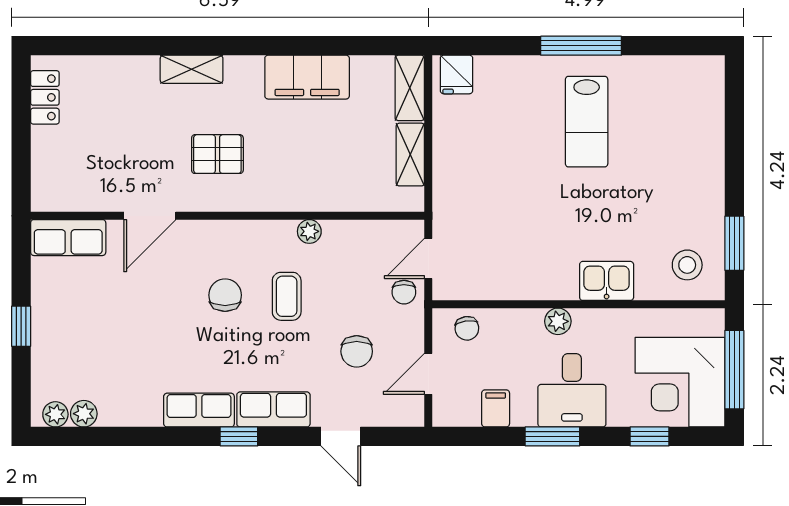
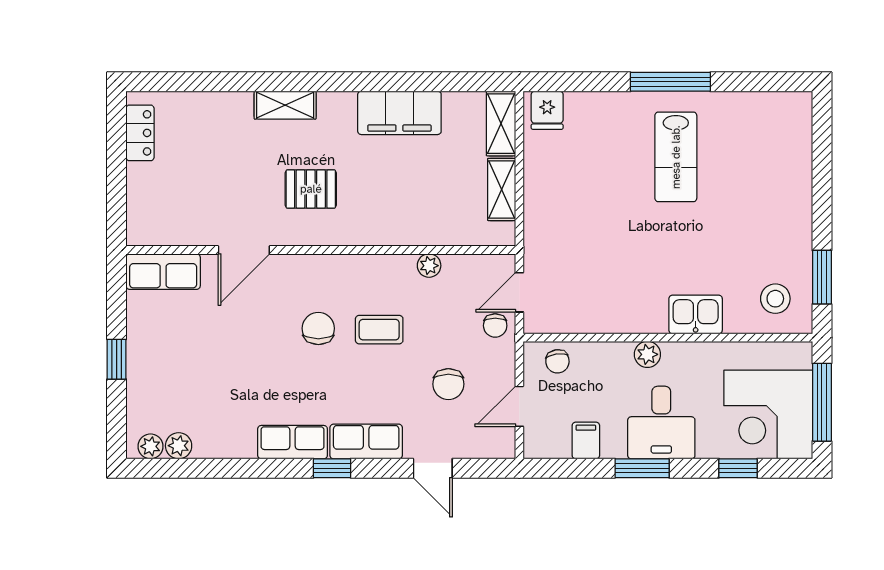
plant: (309, 231) -> (429, 266), moved
coffee table: (287, 296) -> (379, 330), turned 90

